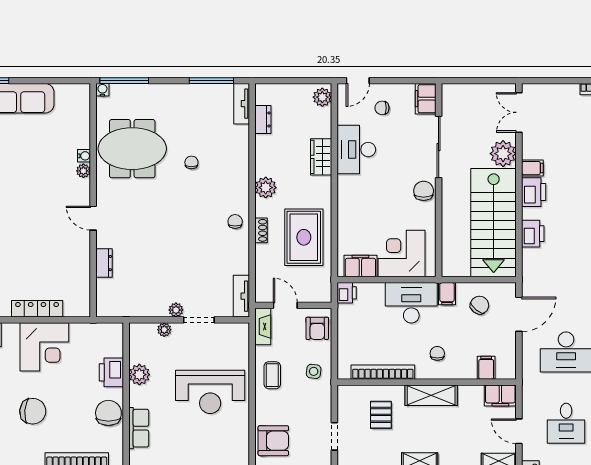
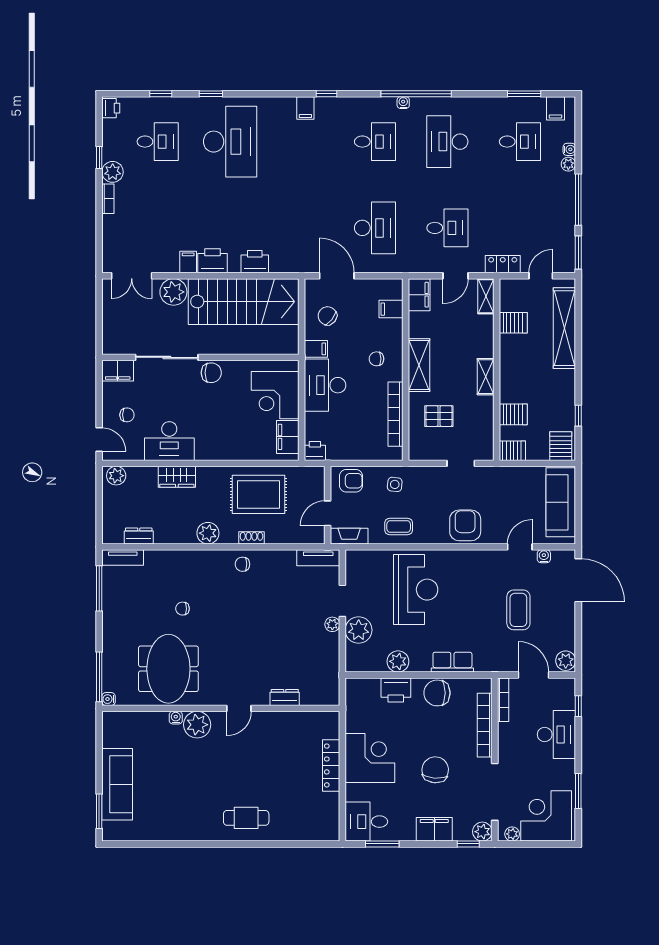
chair: (382, 108) -> (127, 415), turned -90
plant: (83, 171) -> (197, 725), width x1.87, depth x1.87
chair: (424, 191) -> (211, 373), turned 180
plant: (164, 330) -> (359, 630), width x1.88, depth x1.88

